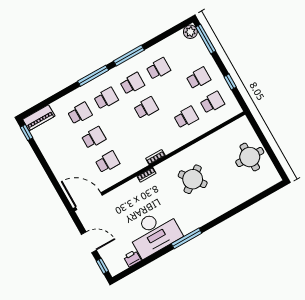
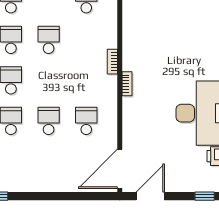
round table: (193, 179) -> (163, 33), removed
door: (89, 242) -> (150, 196), moved

